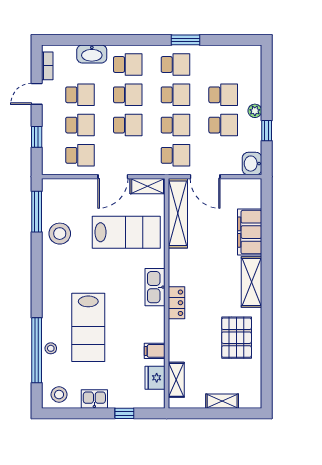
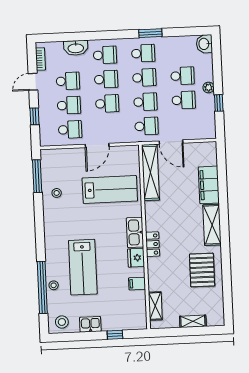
washbasin: (252, 164) -> (204, 44), moved
shelving: (148, 186) -> (125, 152), removed
stool: (60, 234) -> (57, 193), width x0.53, depth x0.53
fridge: (155, 378) -> (136, 258), moved

